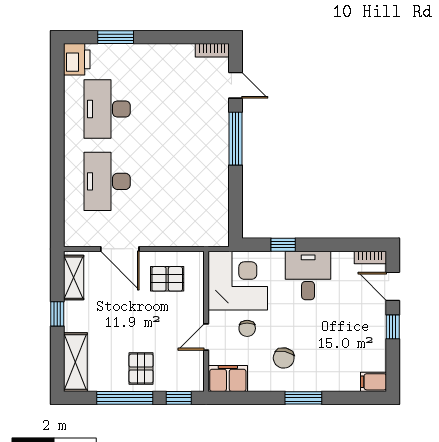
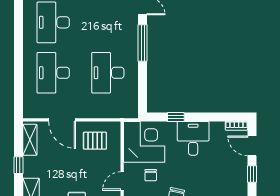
desk: (186, 181) -> (108, 73), added

